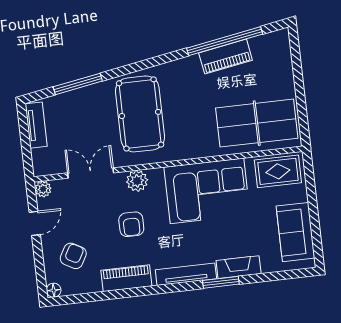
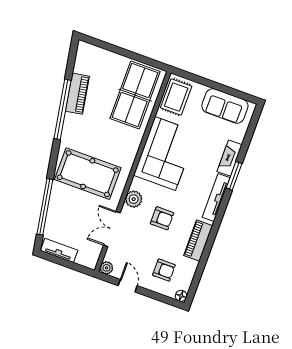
window: (225, 41) -> (63, 109), moved
window: (78, 84) -> (45, 207), width x1.46
armchair: (73, 256) -> (164, 270), turned 151

